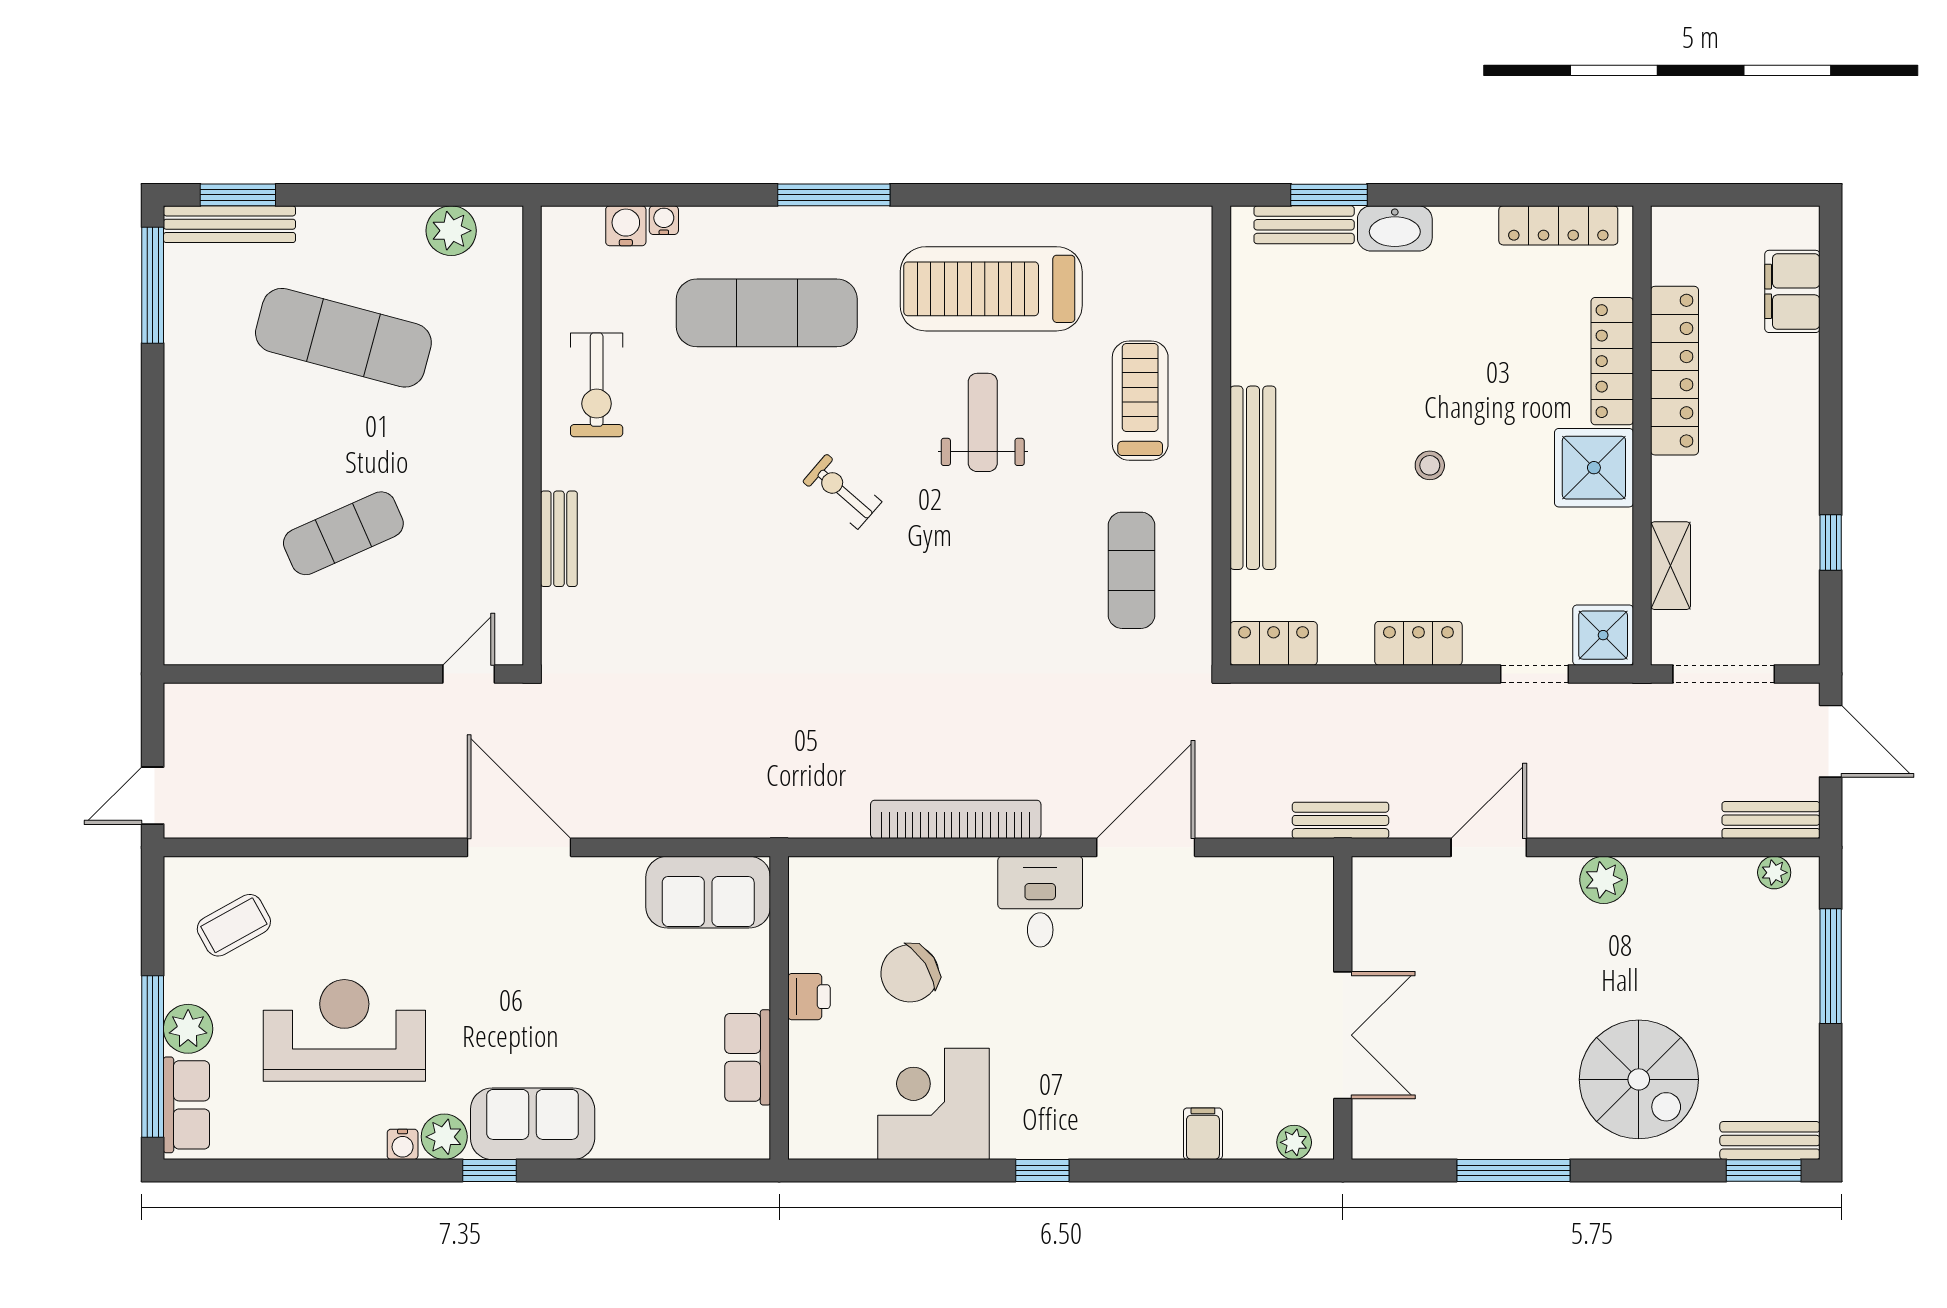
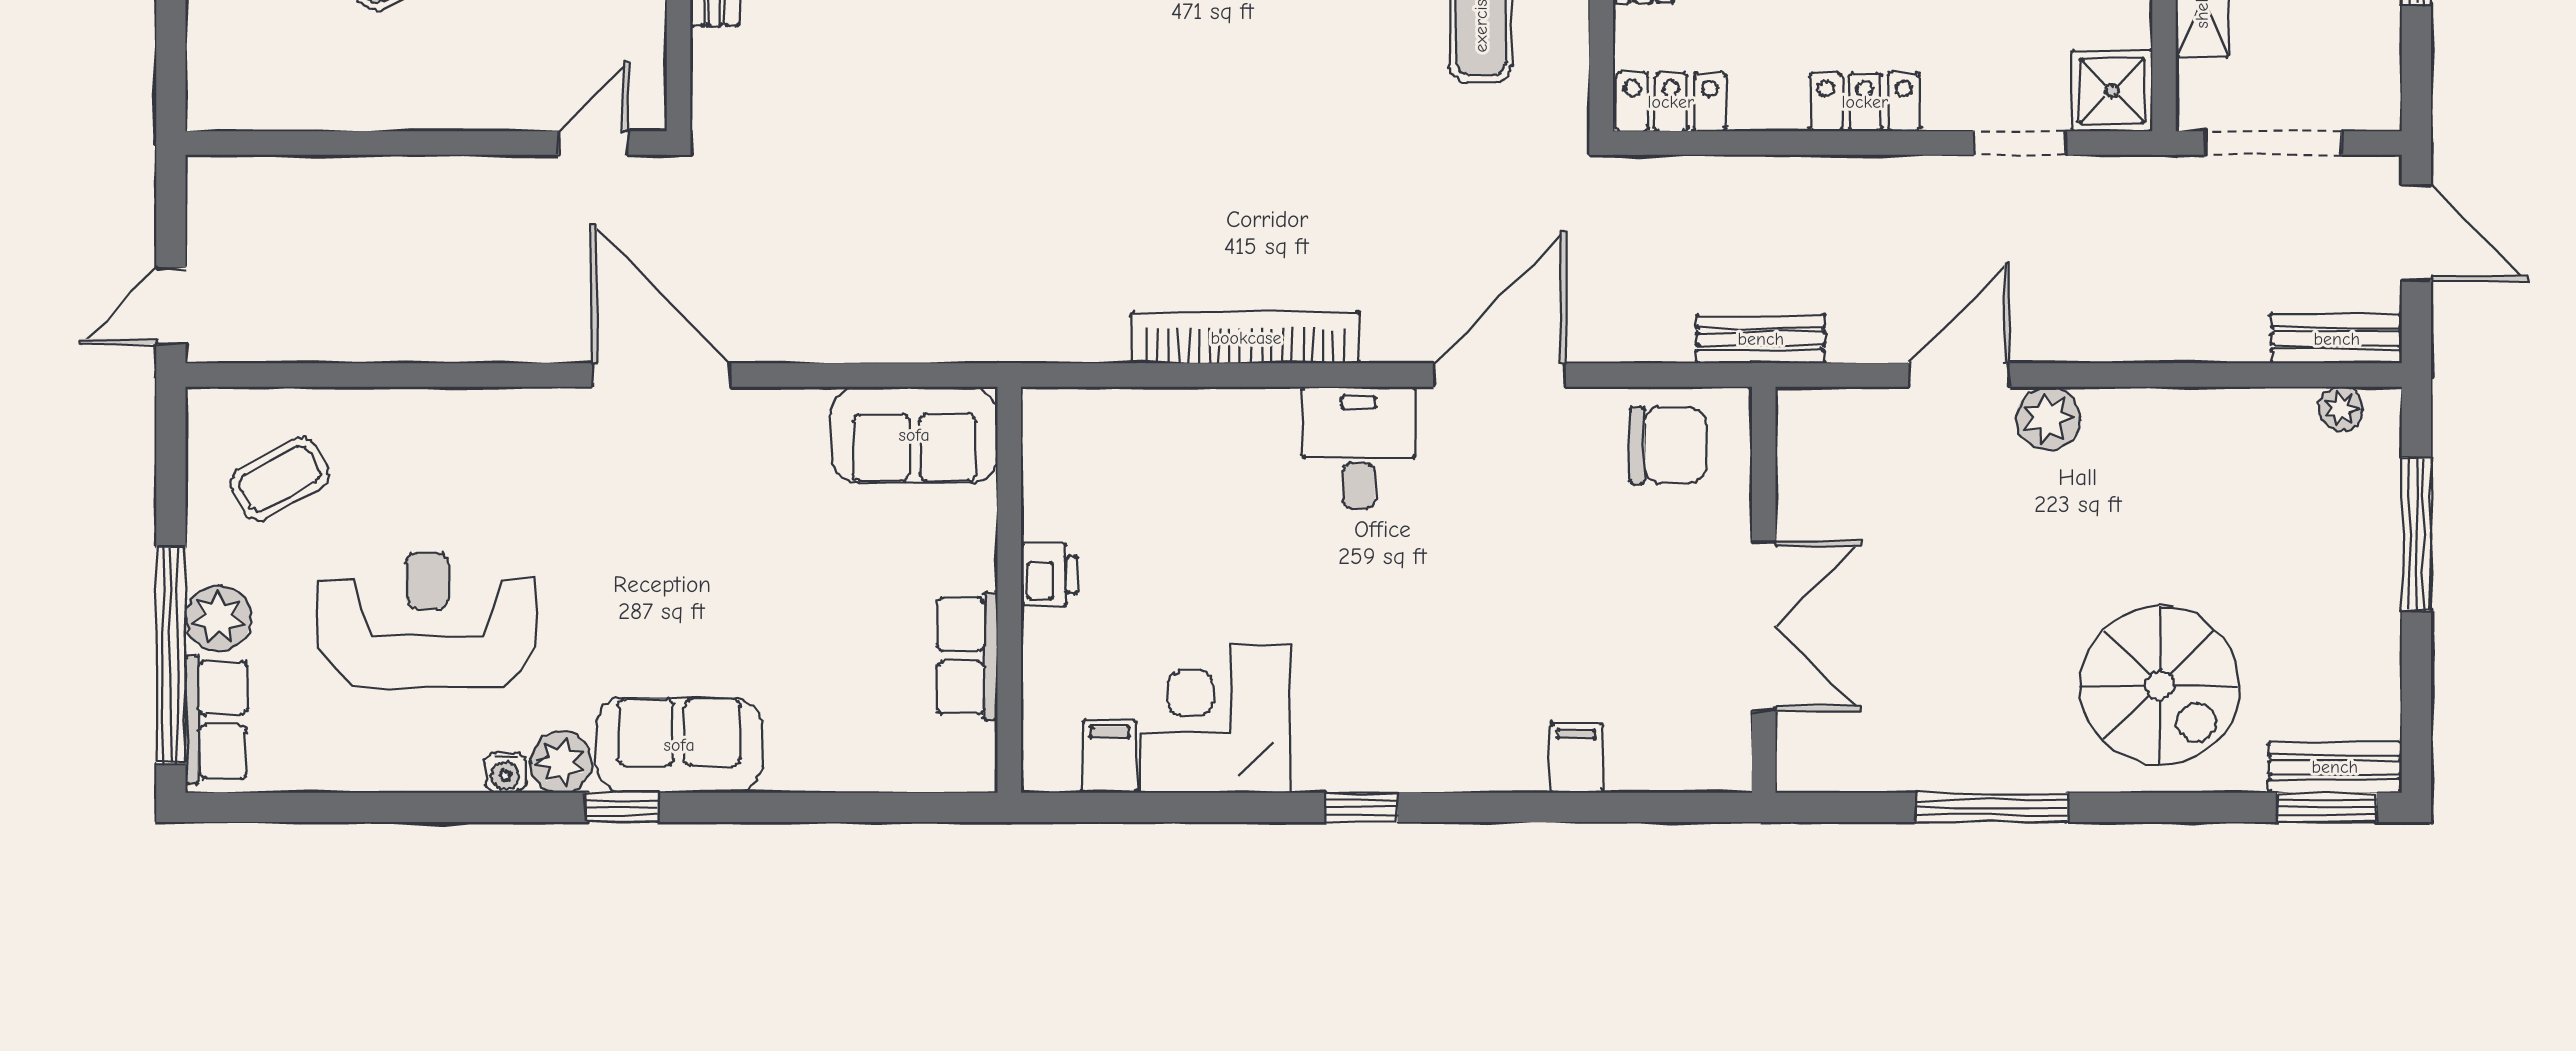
plant: (1604, 880) -> (2048, 419), moved
chair: (910, 973) -> (1668, 445), moved, turned -147
filing cabinet: (854, 1133) -> (1110, 757), added
plant: (1294, 1142) -> (1698, 770), removed

